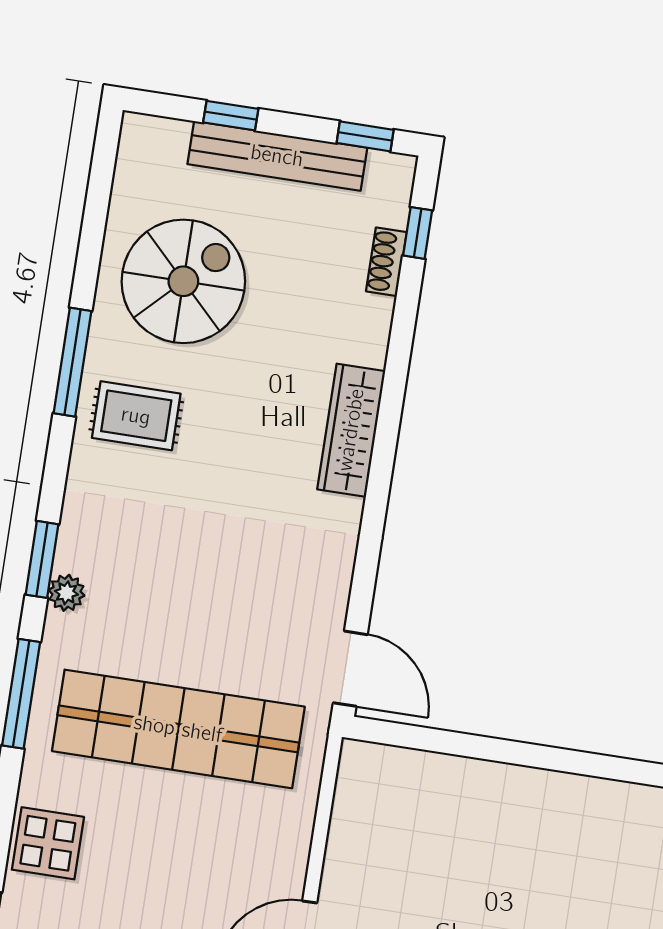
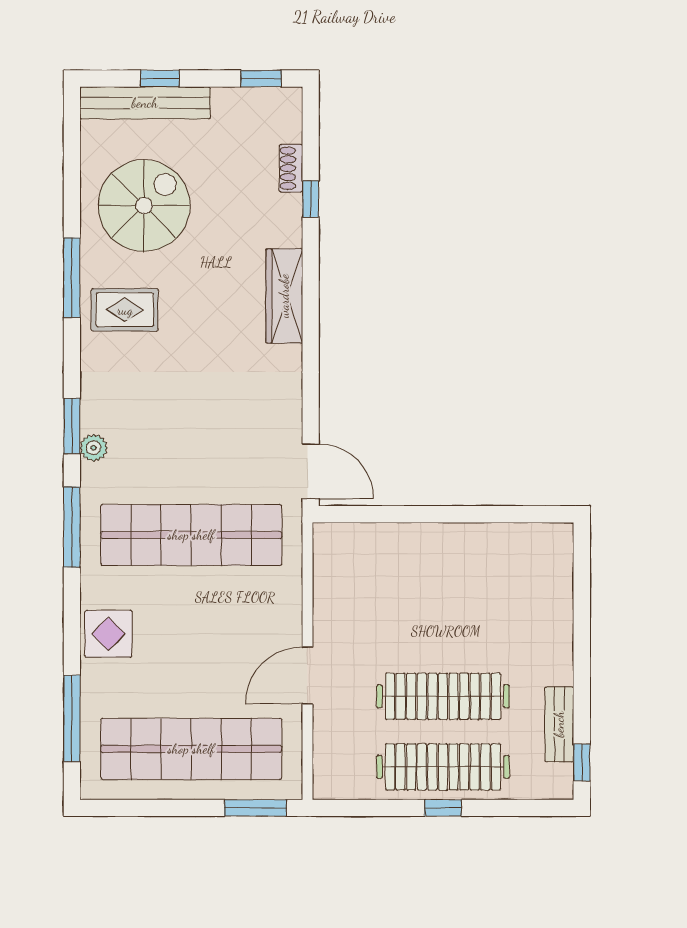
bench: (277, 156) -> (145, 103), moved
window: (418, 233) -> (311, 199), moved

